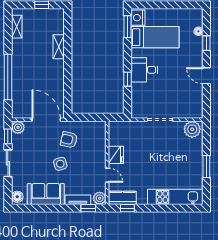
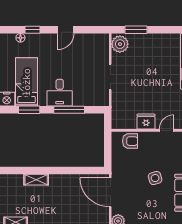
window: (127, 27) -> (29, 110), moved
window: (127, 79) -> (69, 110), width x2.17
door: (46, 120) -> (110, 192), hinge flipped
armchair: (69, 140) -> (130, 141), moved, turned -103
window: (206, 167) -> (136, 30), moved

